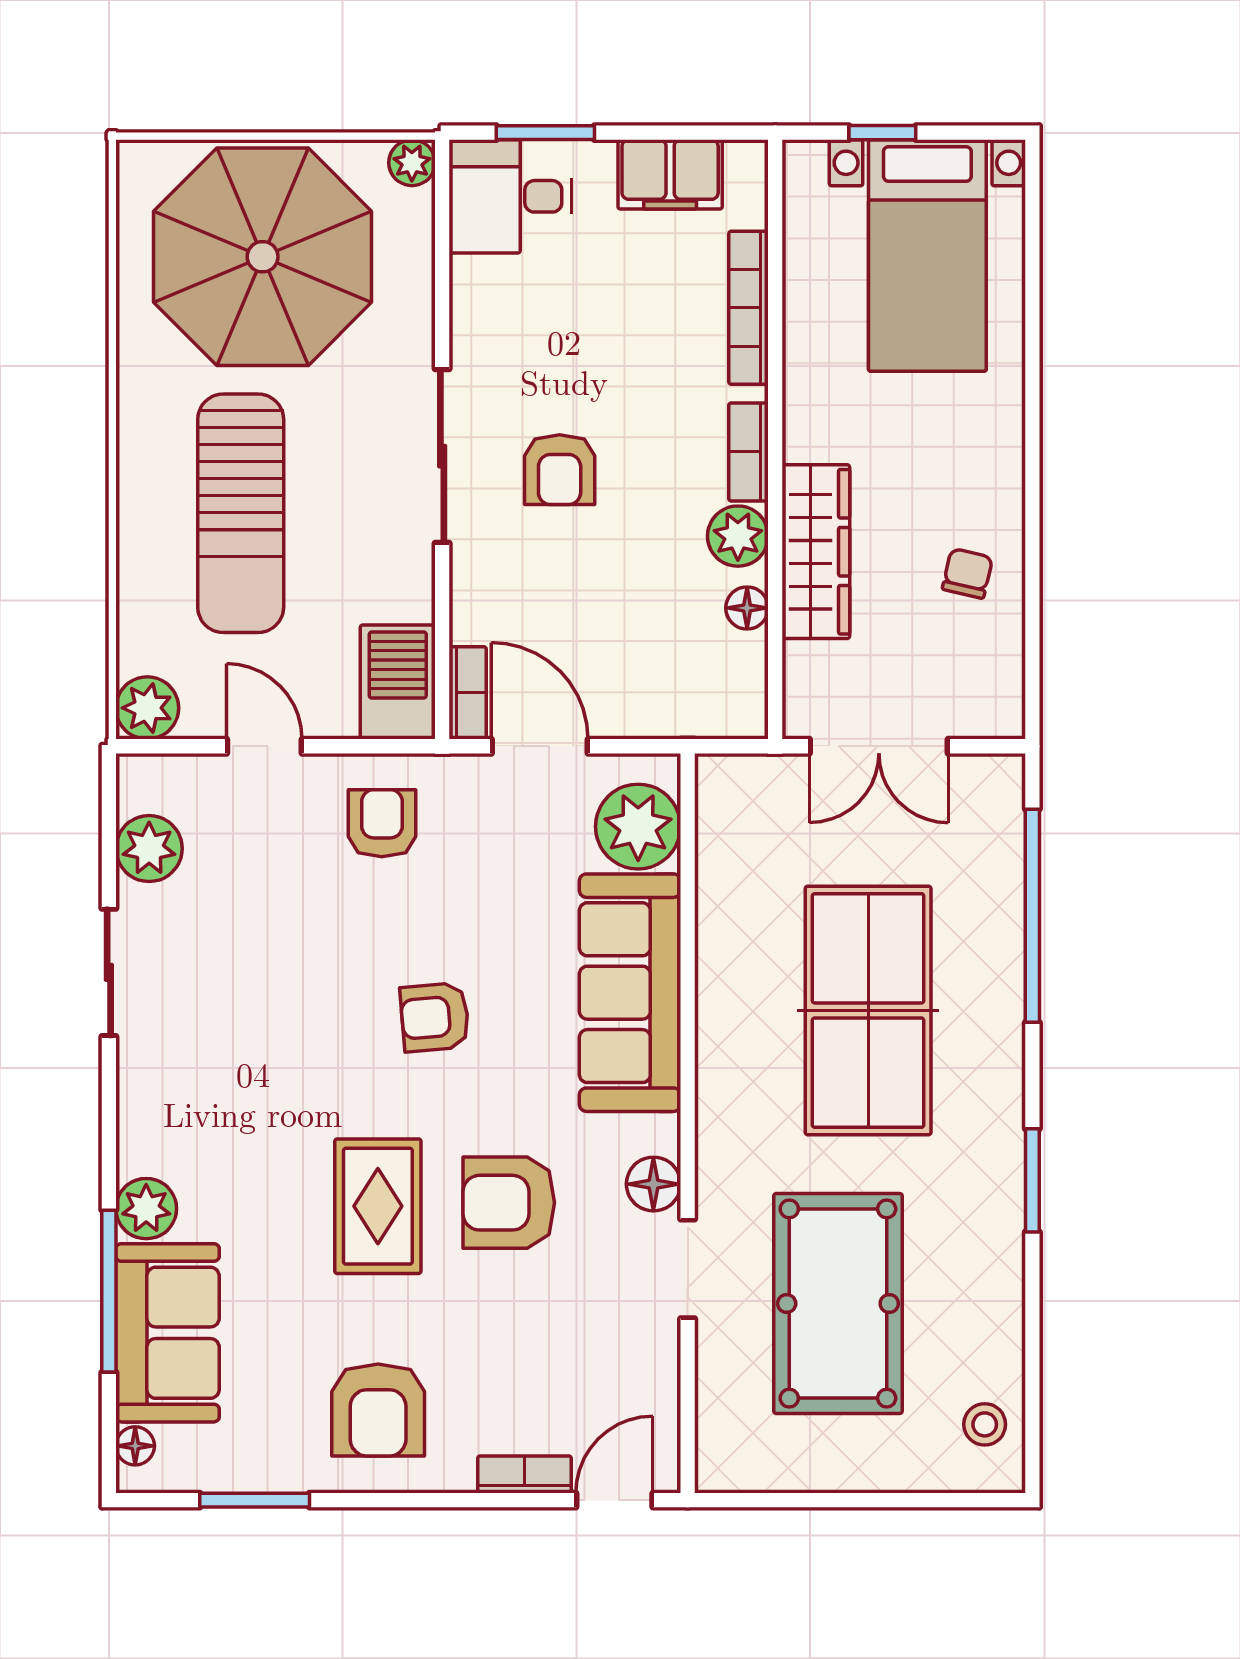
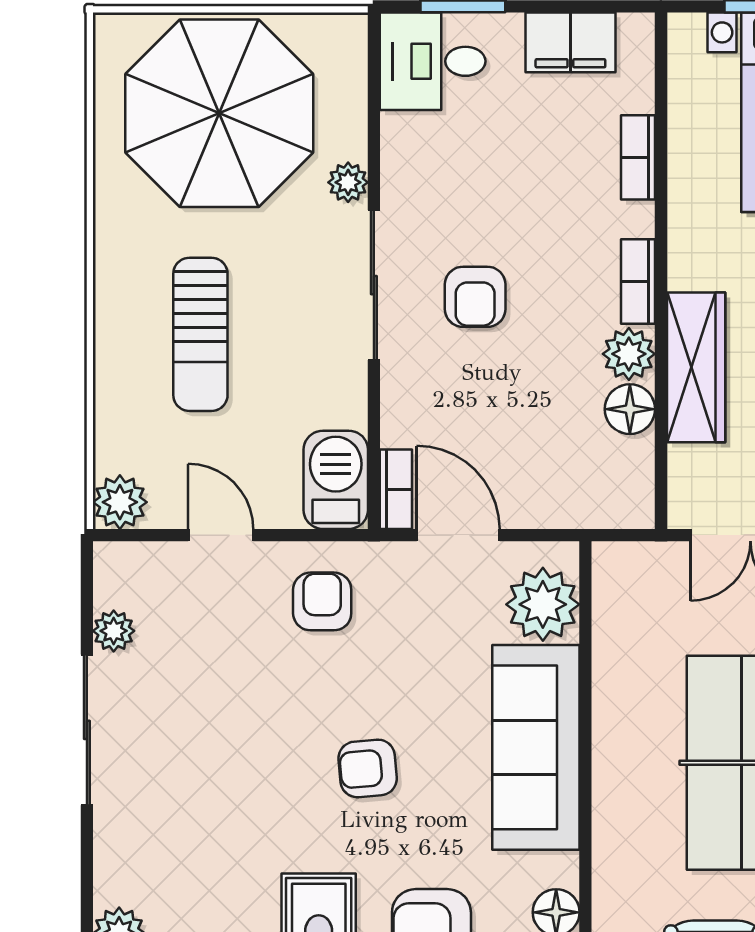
plant: (412, 163) -> (348, 182), moved
bookcase: (749, 308) -> (638, 157), width x0.64
sun lounger: (241, 513) -> (200, 334), width x0.73, depth x0.75
floor lamp: (747, 608) -> (630, 409), width x1.37, depth x1.37
plant: (149, 849) -> (114, 631), width x0.73, depth x0.73
sliding door: (109, 972) -> (87, 730), width x1.37

